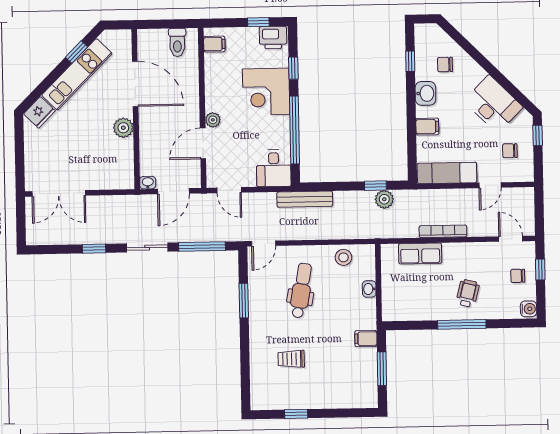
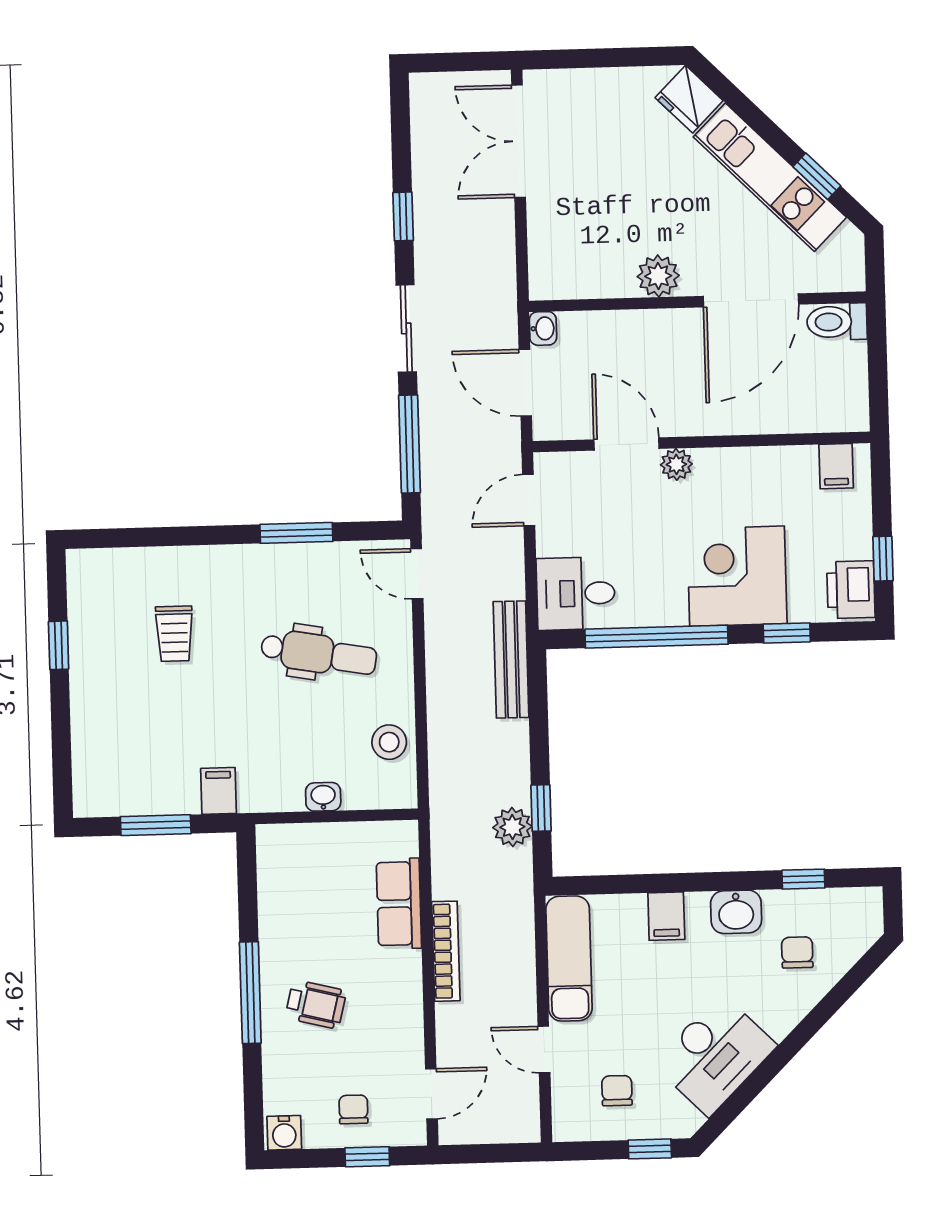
toilet: (177, 42) -> (837, 322), moved
trolley: (291, 359) -> (174, 634), turned 180

